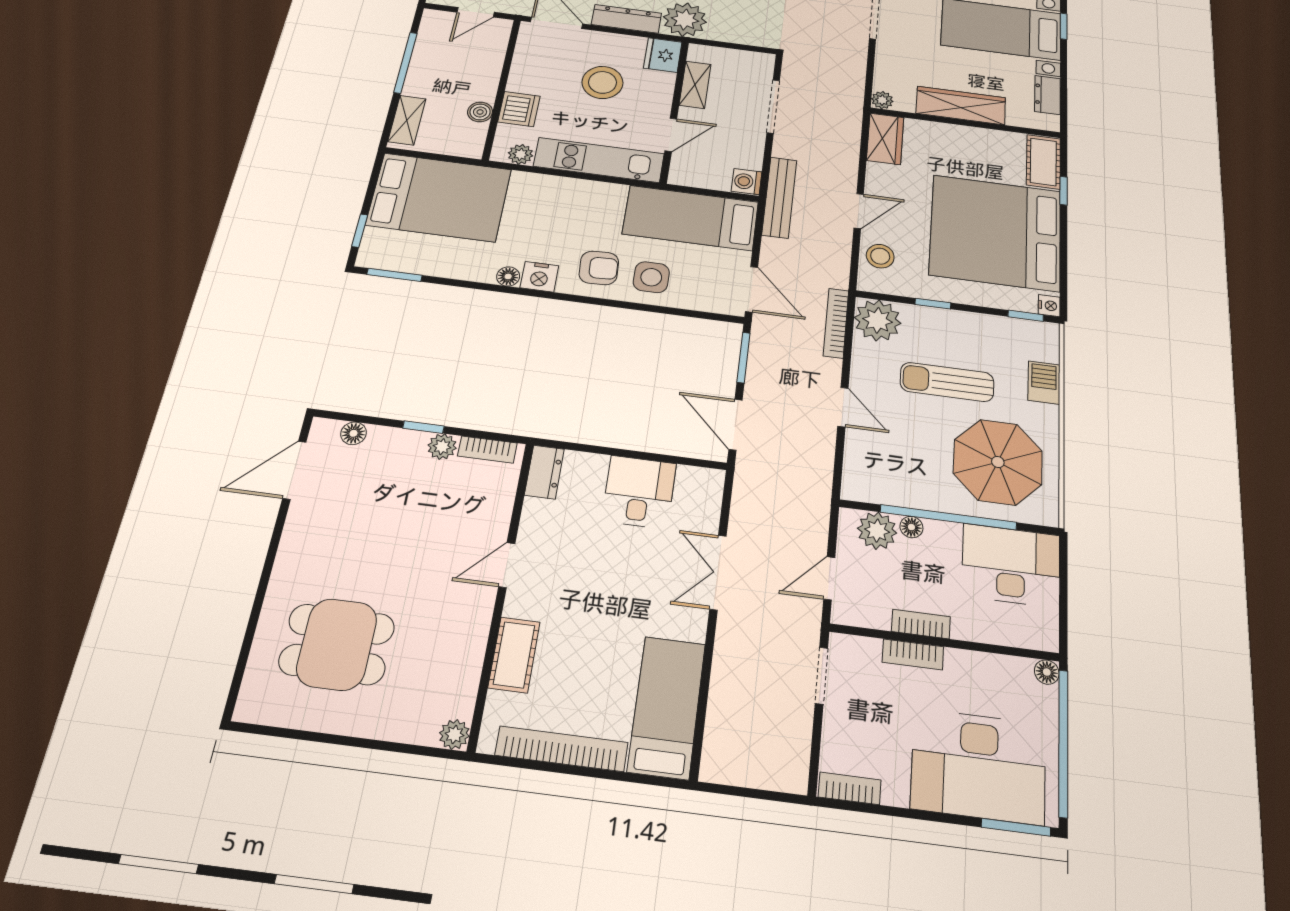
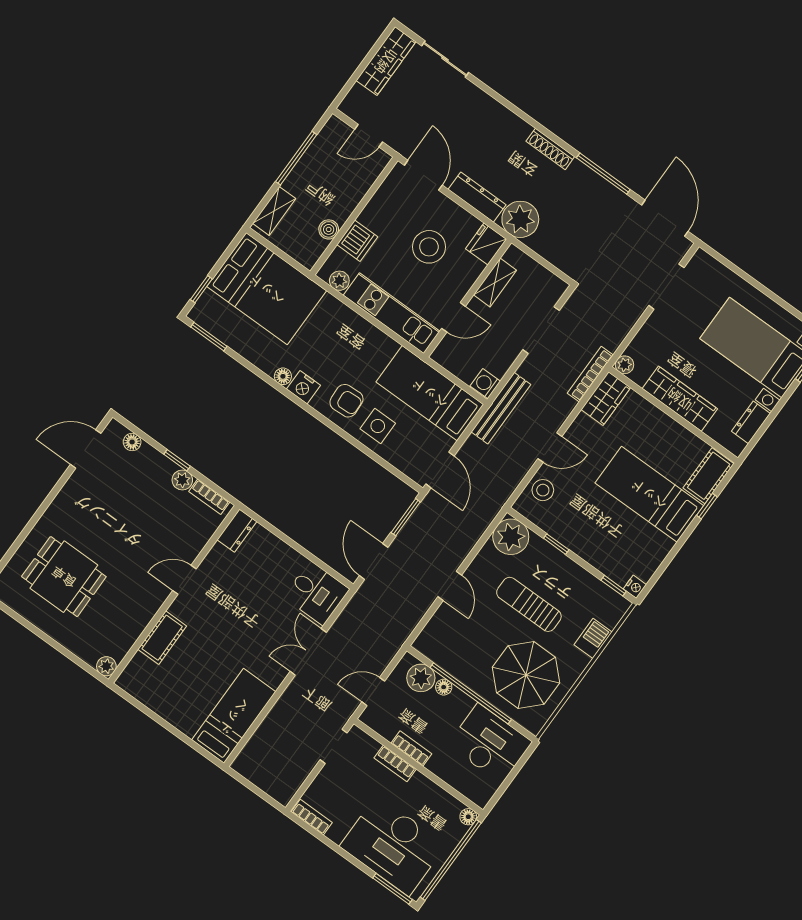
bed: (996, 233) -> (649, 494), width x0.49
bookcase: (836, 323) -> (590, 374), moved
desk: (639, 492) -> (316, 593), moved, turned 90
bookcase: (562, 749) -> (162, 707), removed

